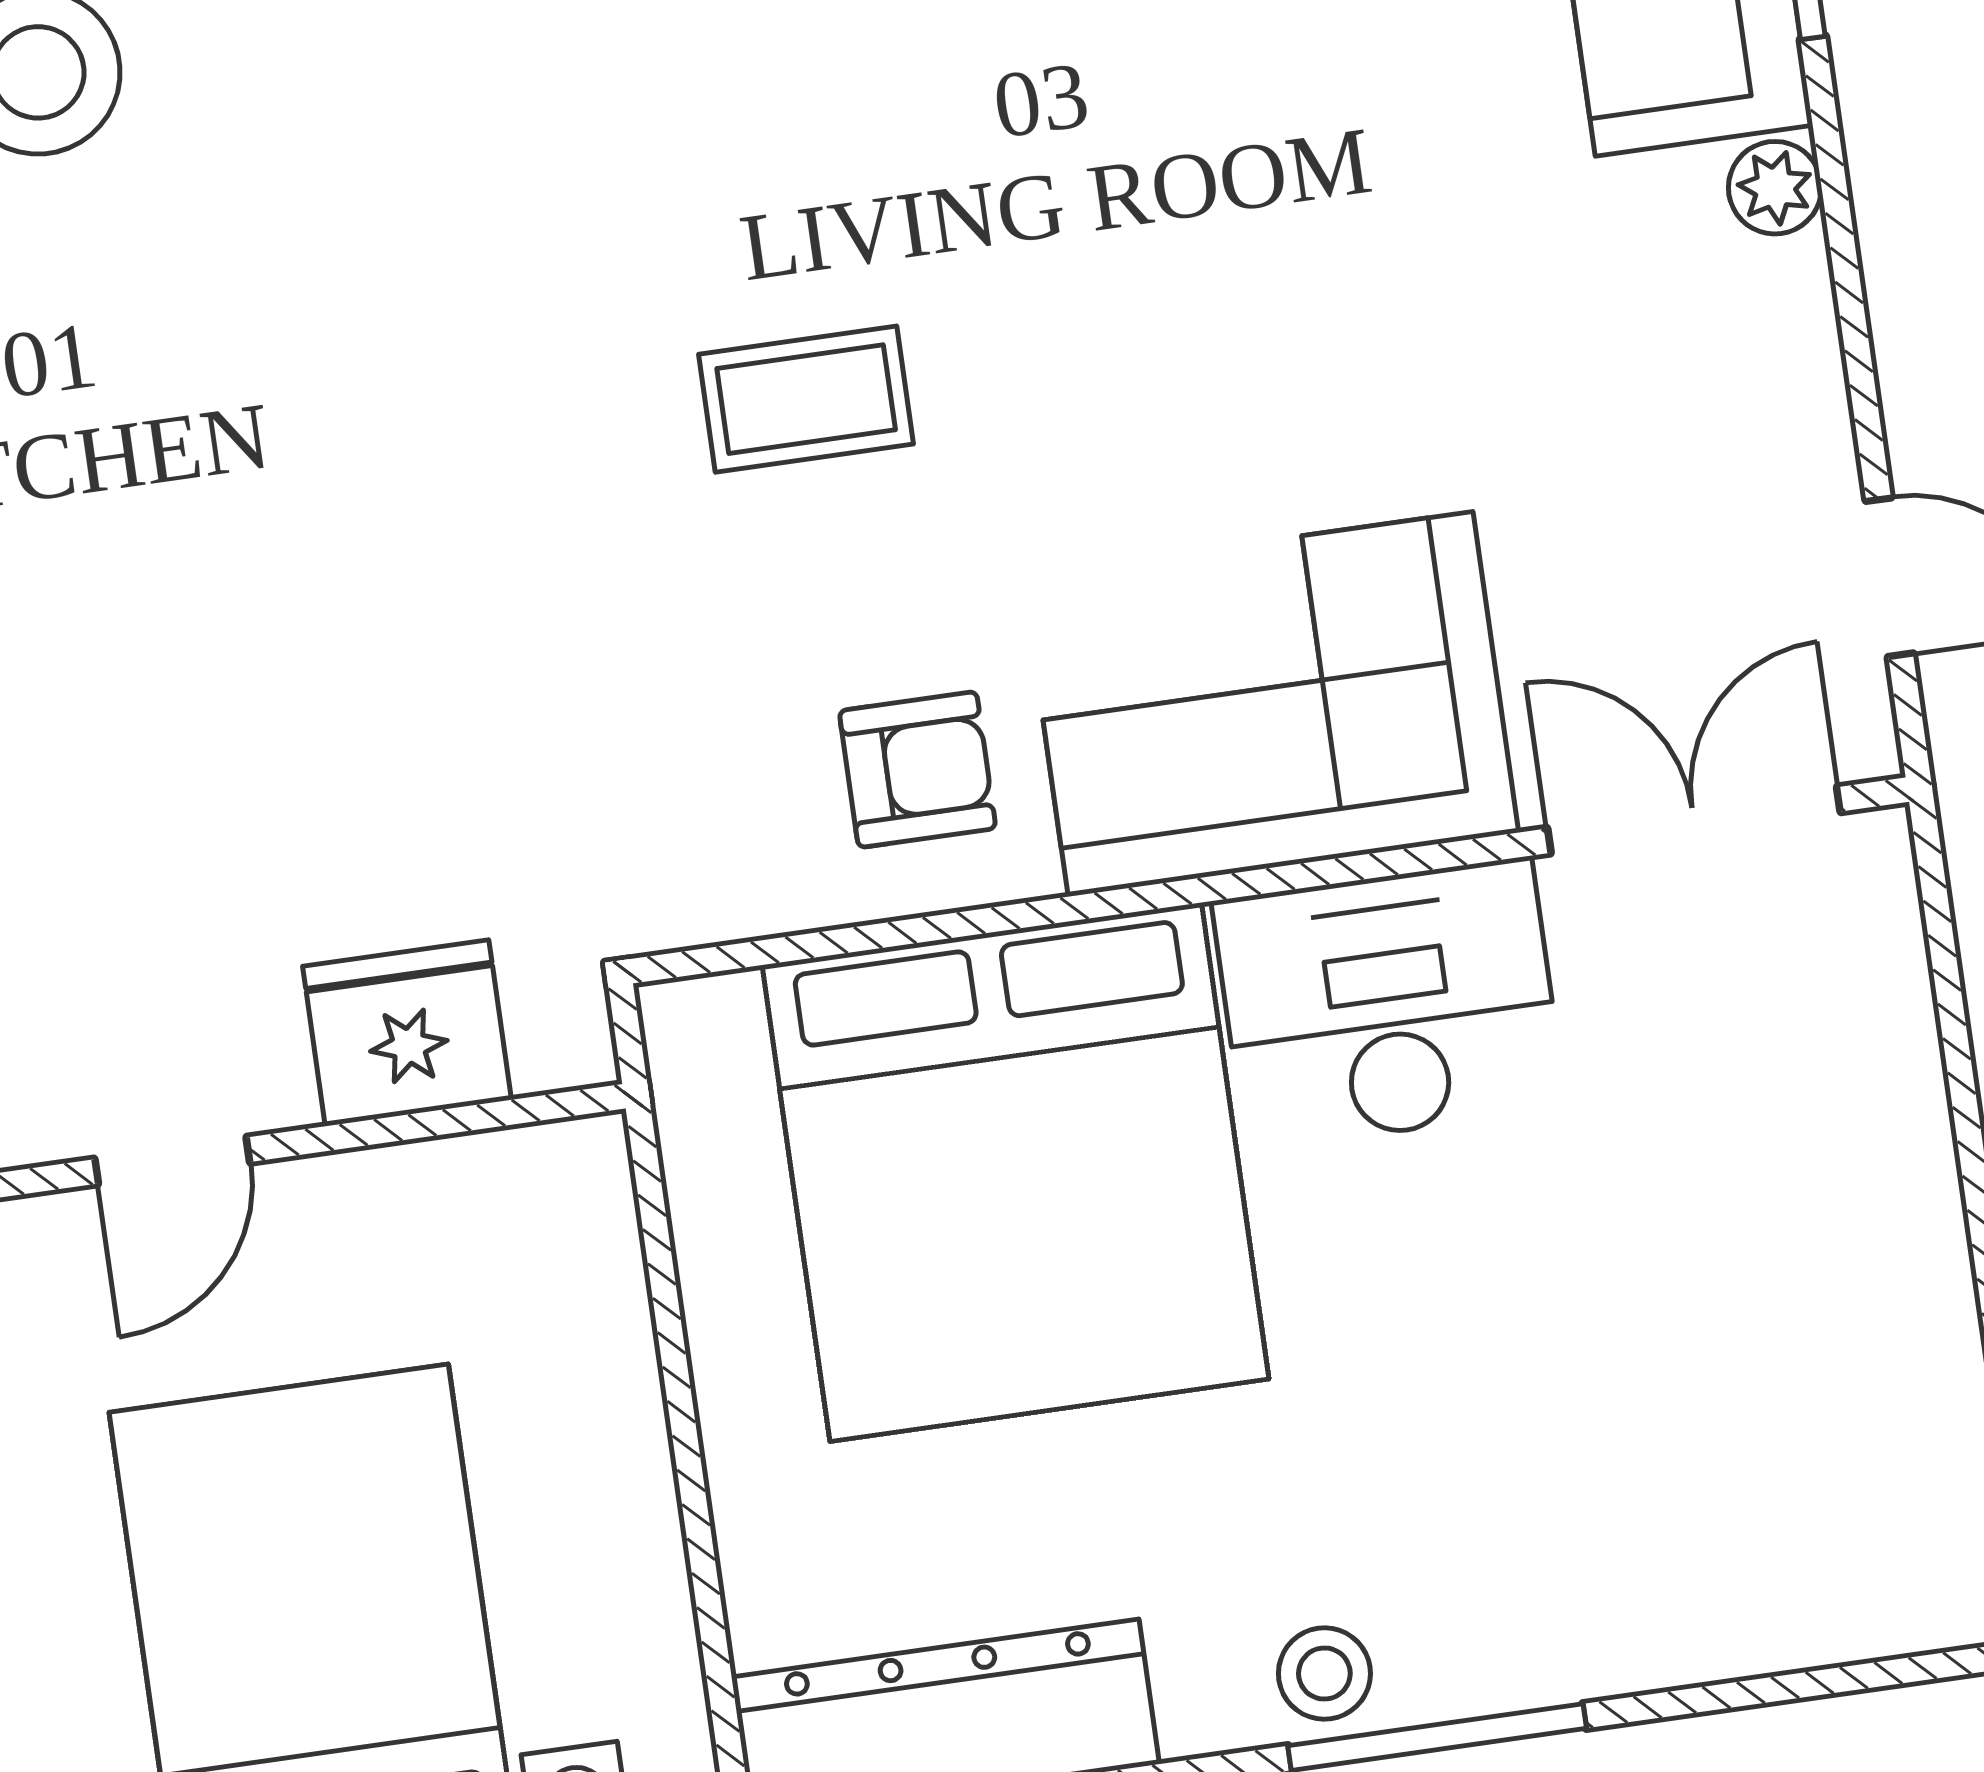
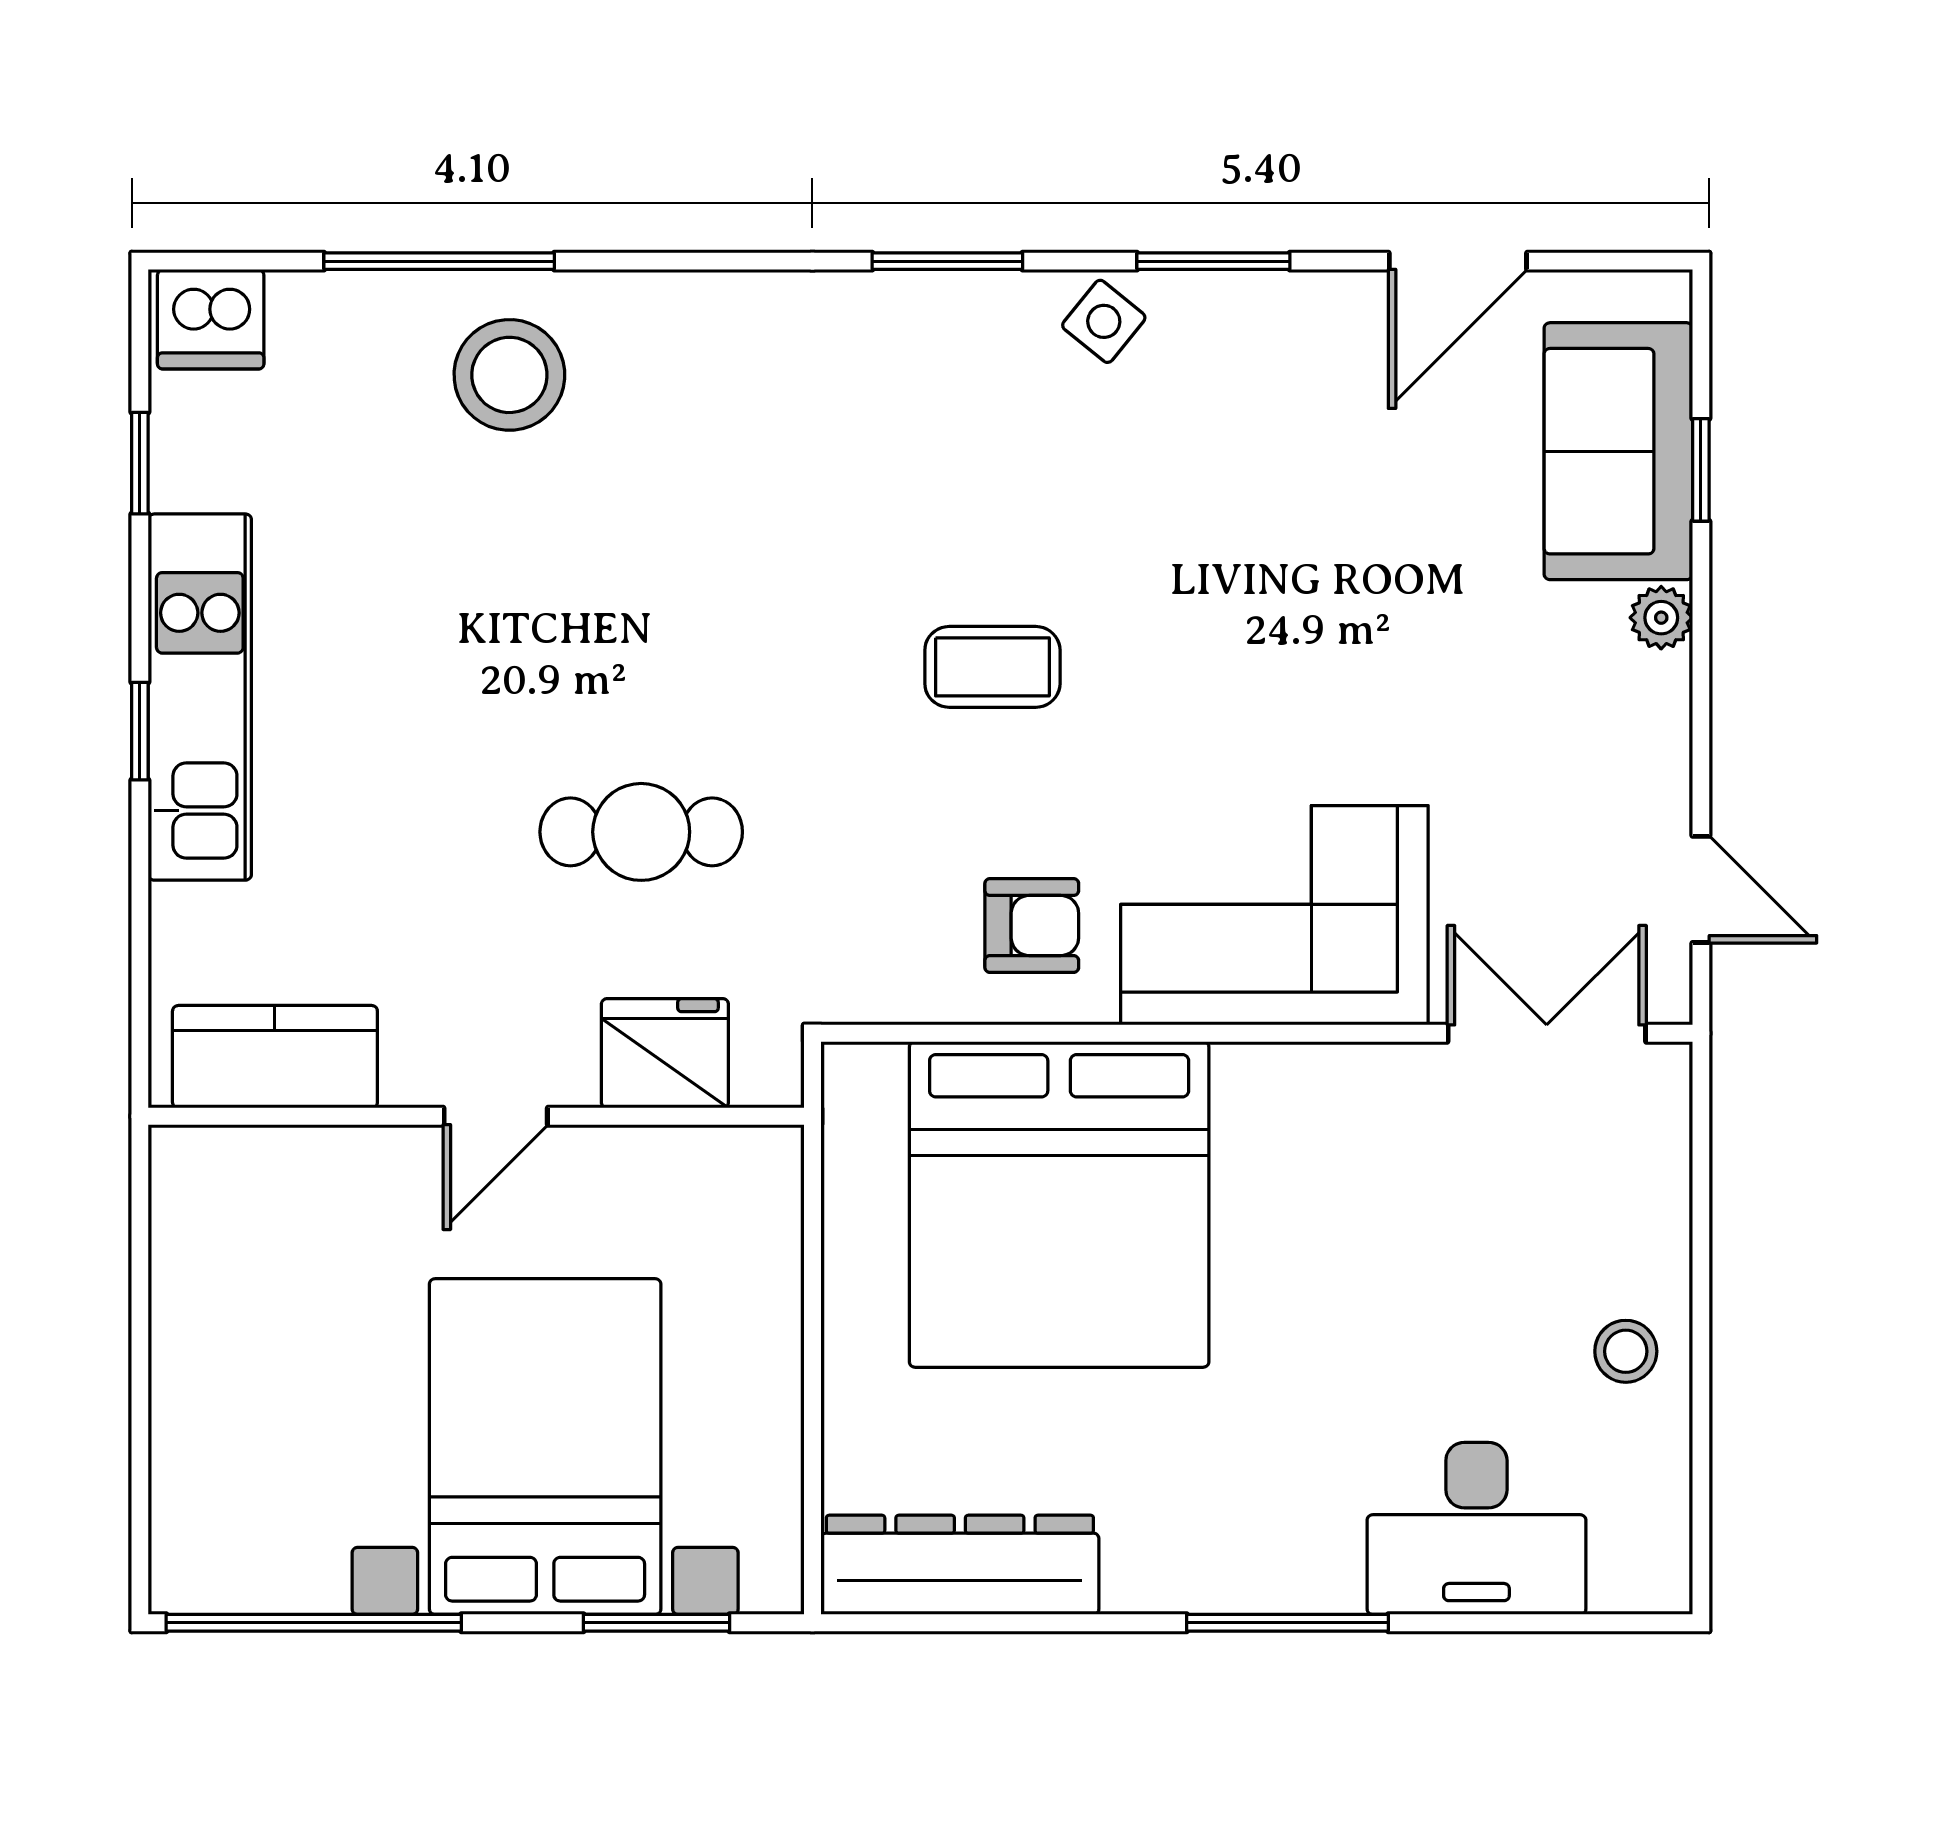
cafe table: (326, 714) -> (641, 832), added
desk: (1389, 1004) -> (1476, 1528), moved, turned 180
stool: (1324, 1673) -> (1626, 1351), moved

